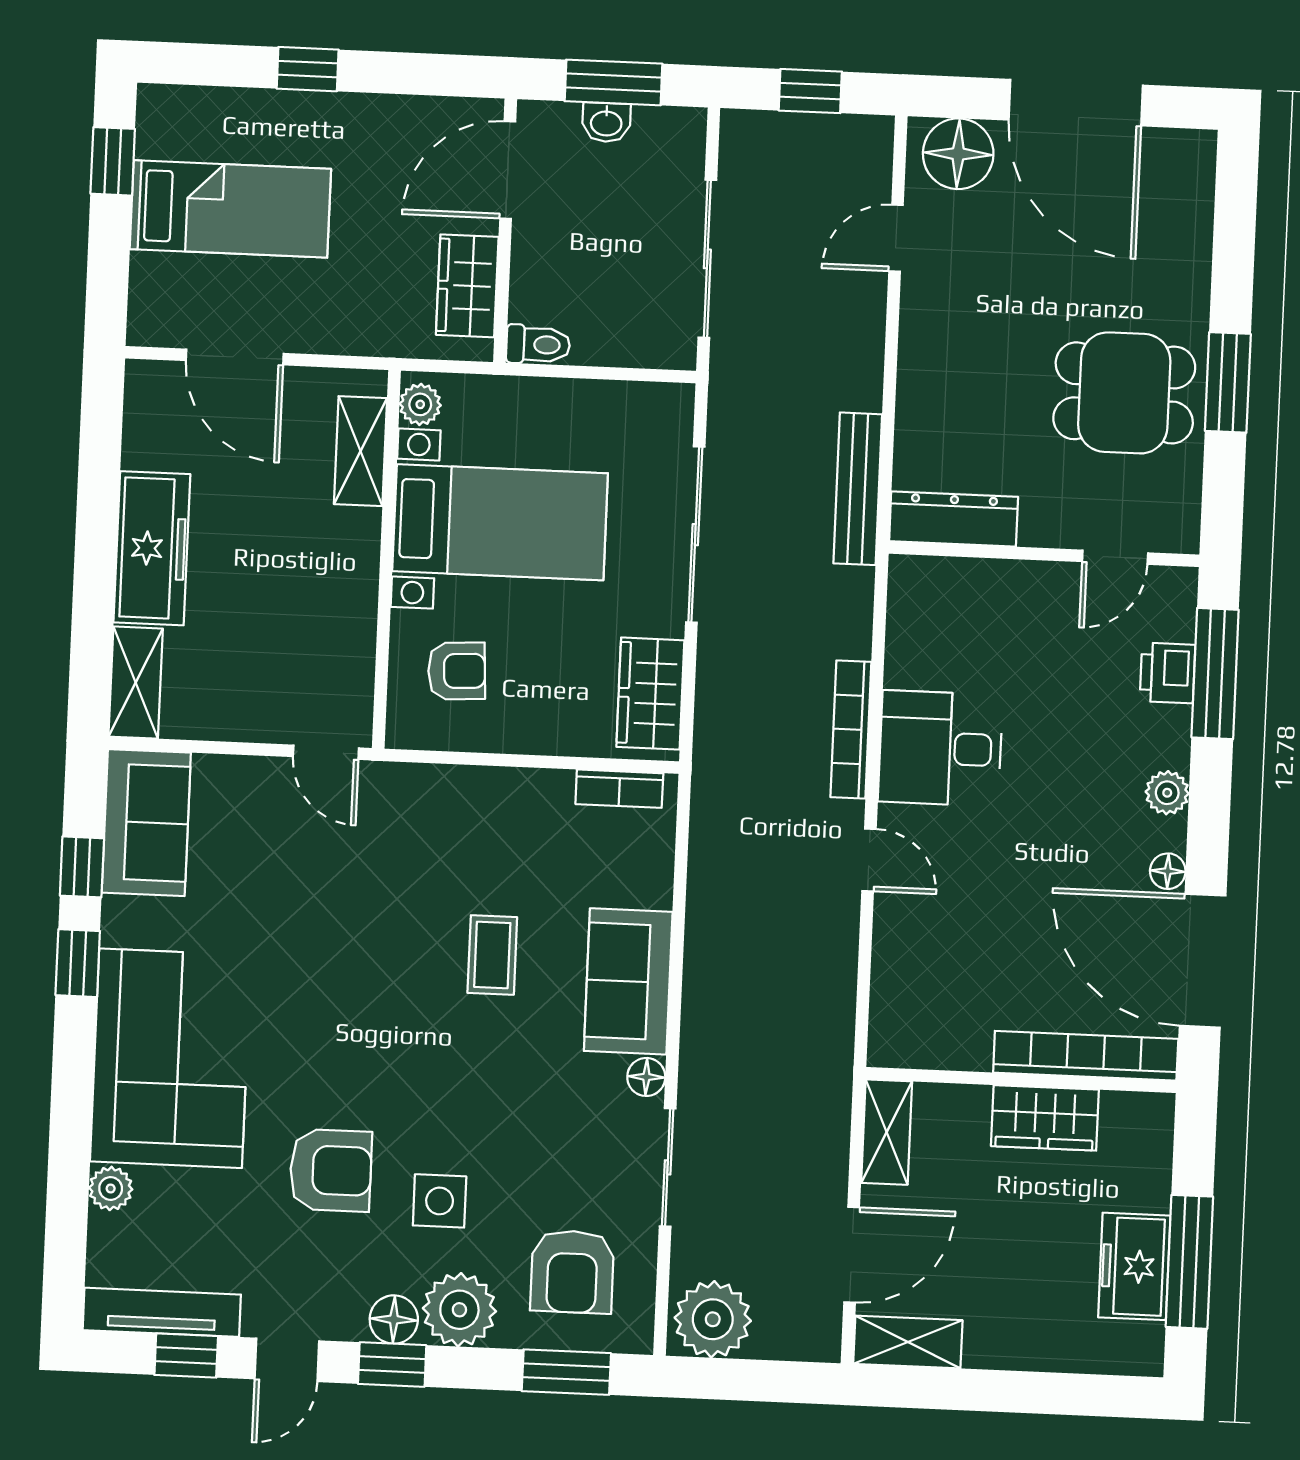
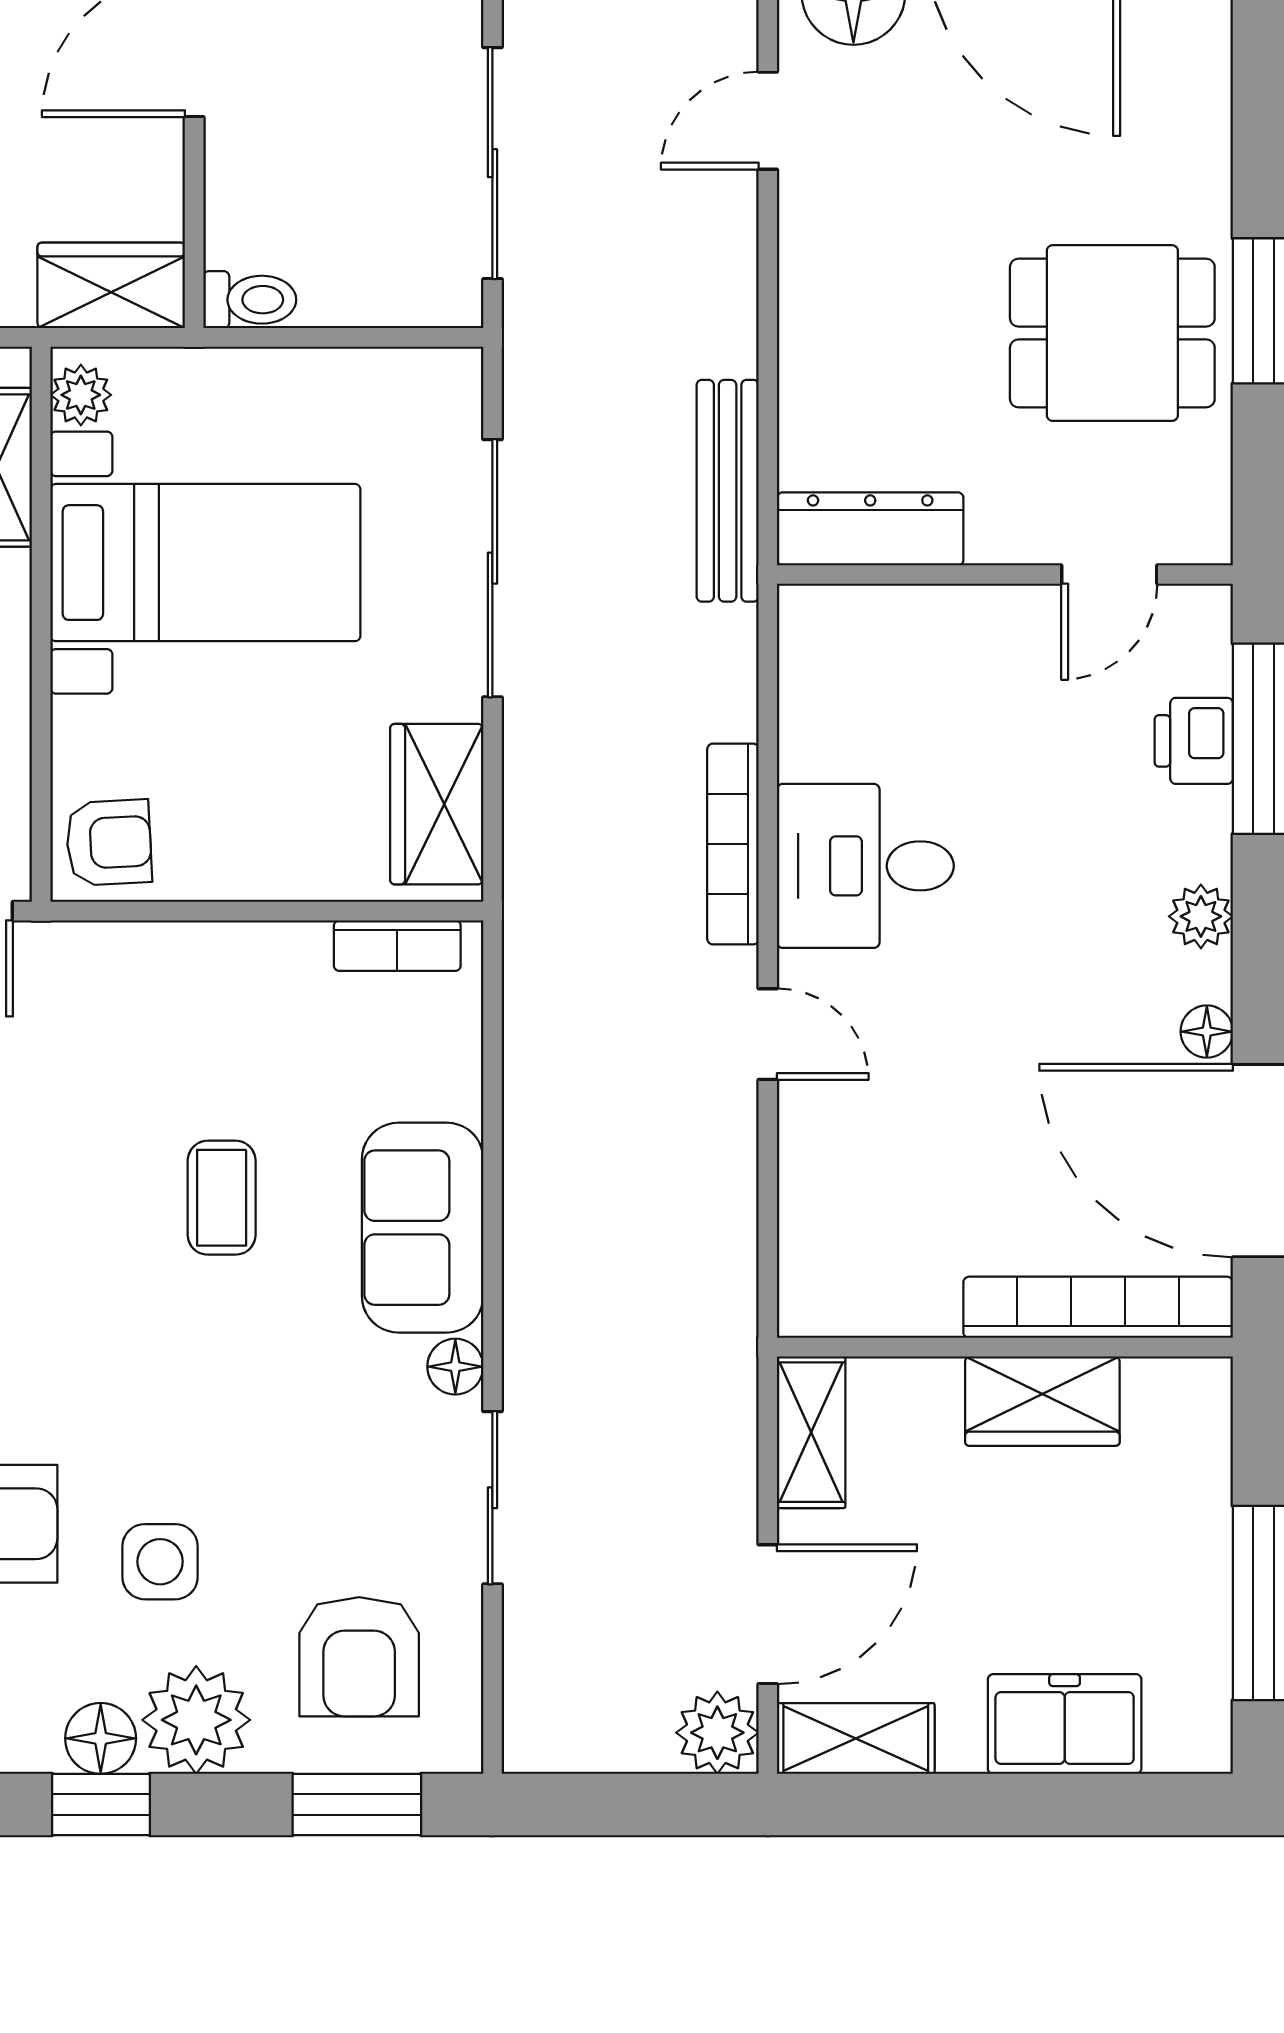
wardrobe: (467, 286) -> (111, 285), moved, turned 90
armchair: (457, 671) -> (109, 843), moved
freezer: (1134, 1266) -> (1065, 1724), moved, turned 90
plant: (713, 1319) -> (717, 1733), moved, width x0.73, depth x0.73

